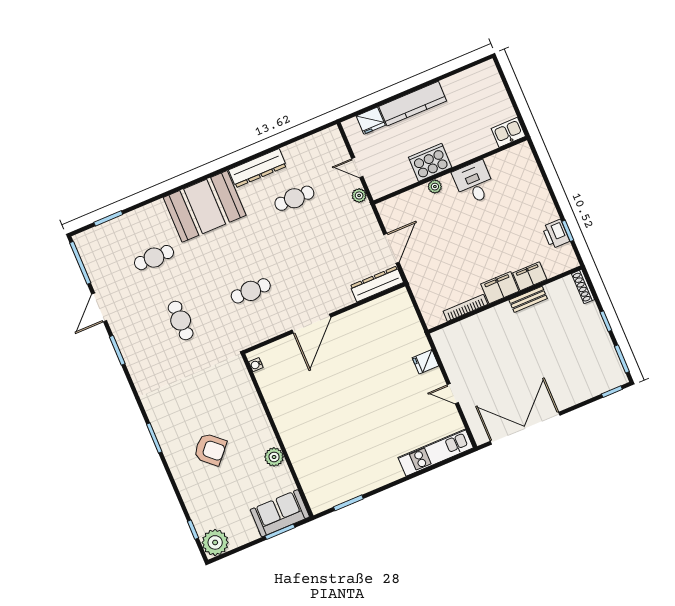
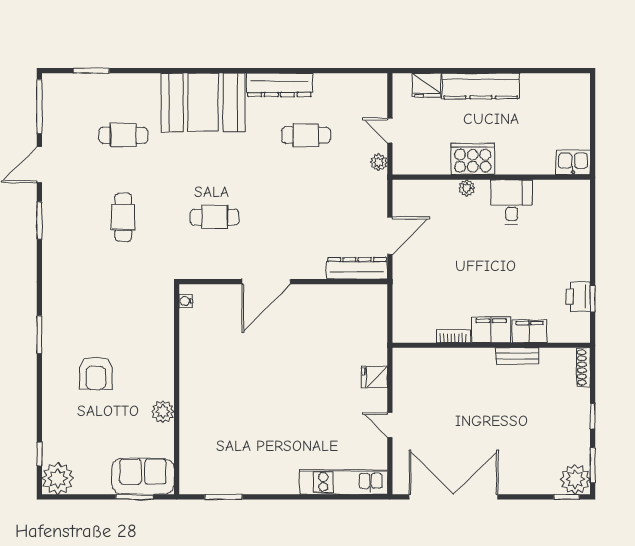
bookcase: (465, 308) -> (453, 336), width x0.64
plant: (613, 375) -> (575, 479), added
armchair: (210, 449) -> (96, 373), turned 48

